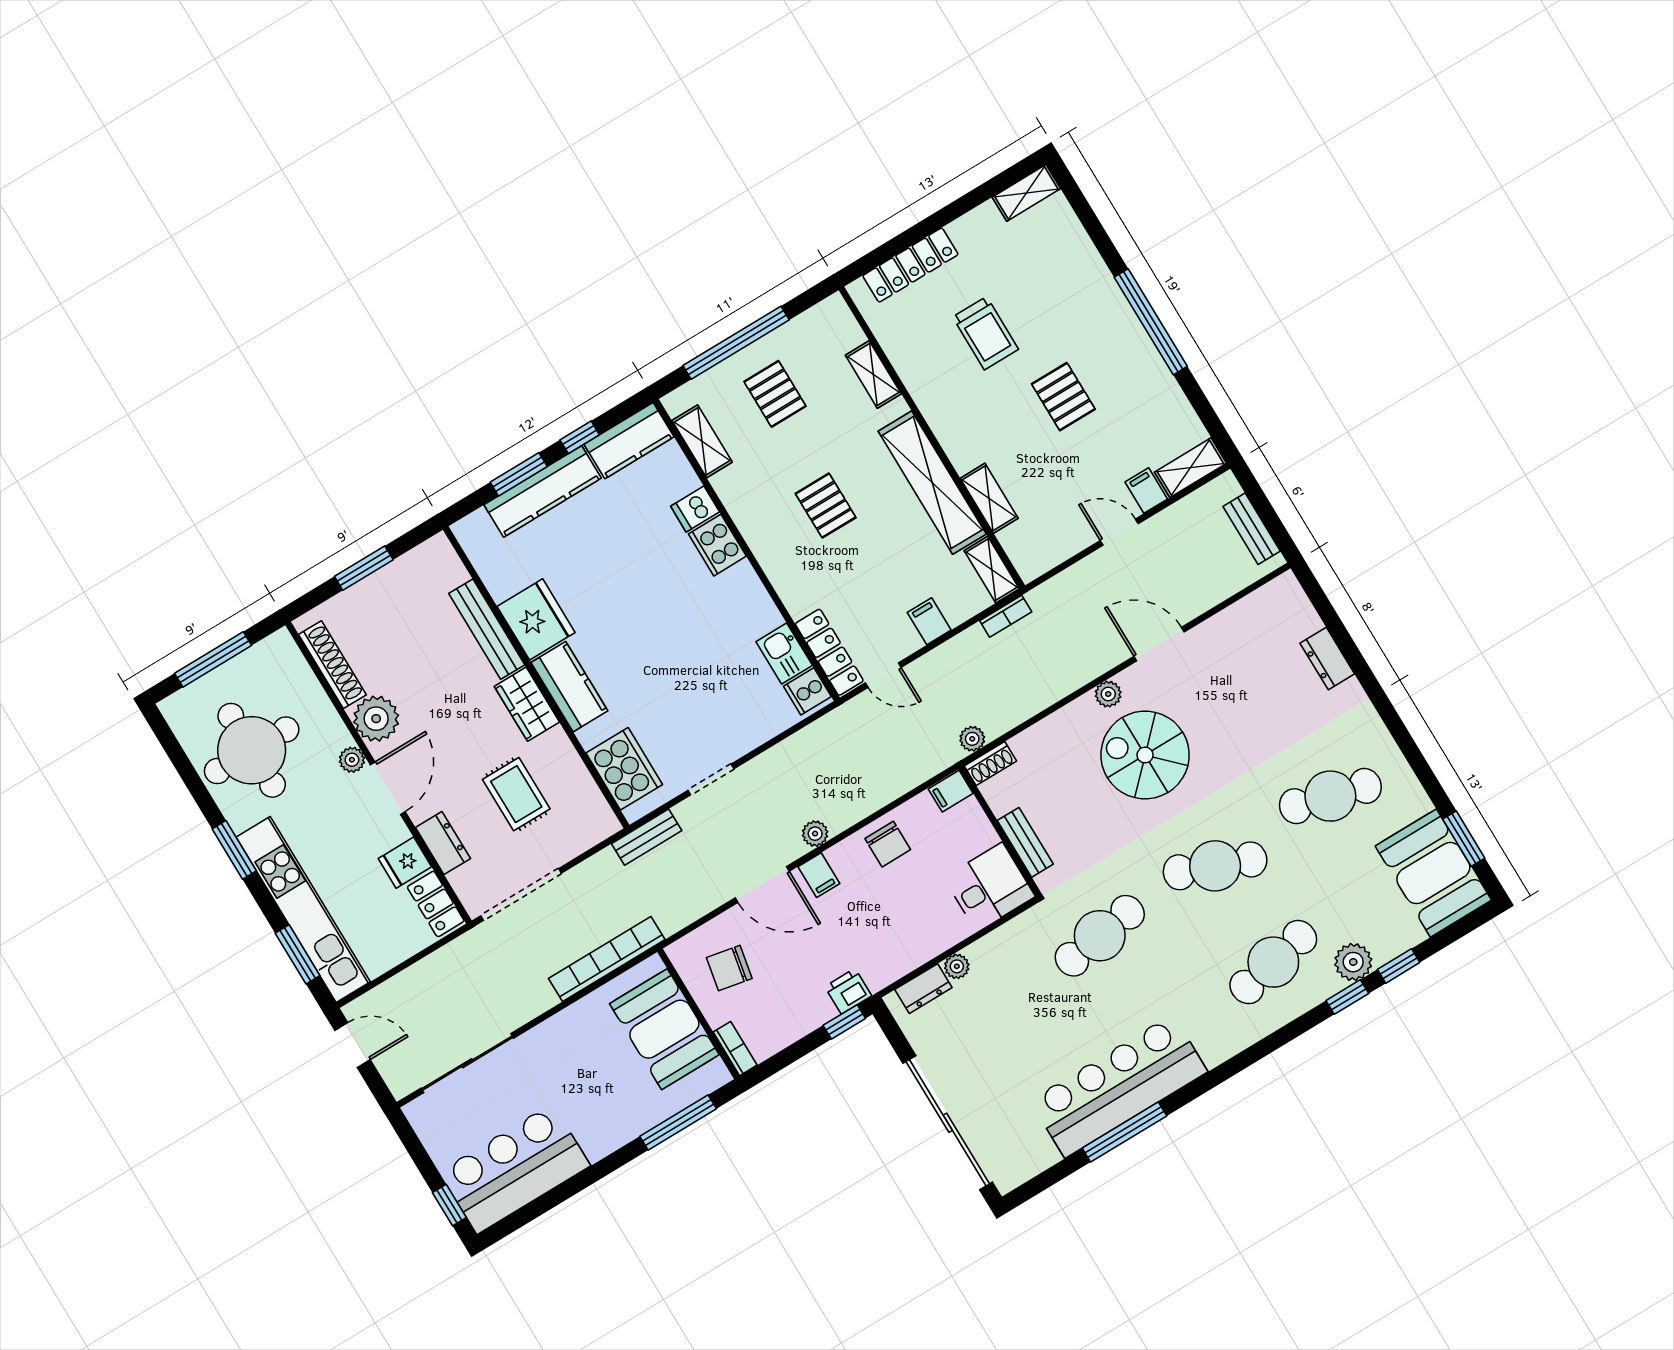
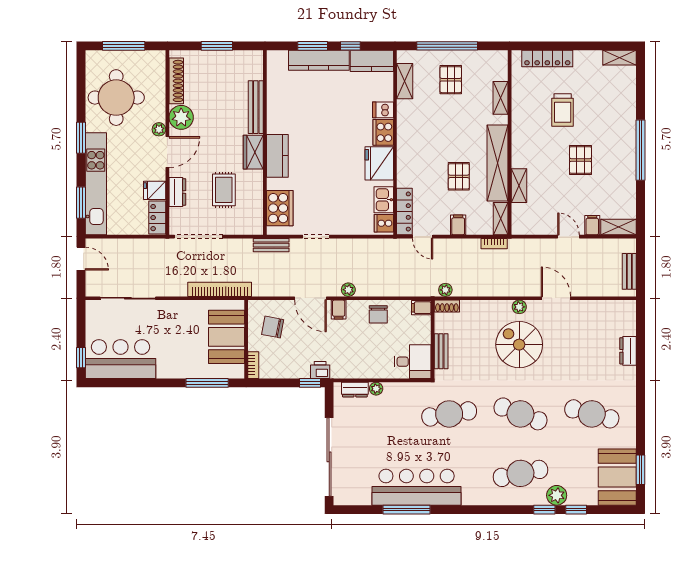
pallet: (826, 506) -> (459, 176), moved
fridge: (536, 619) -> (379, 163), moved, turned 180

